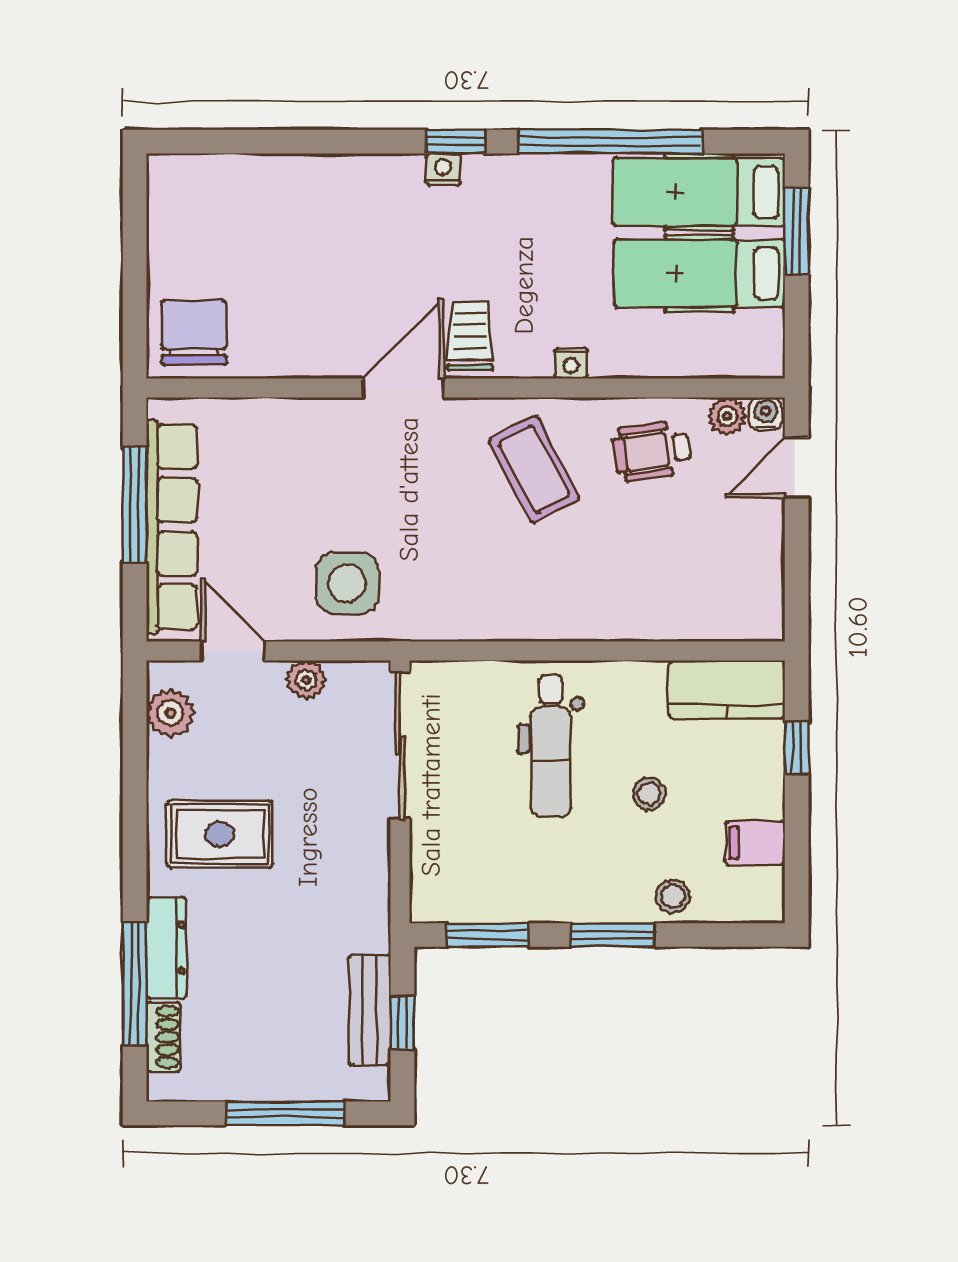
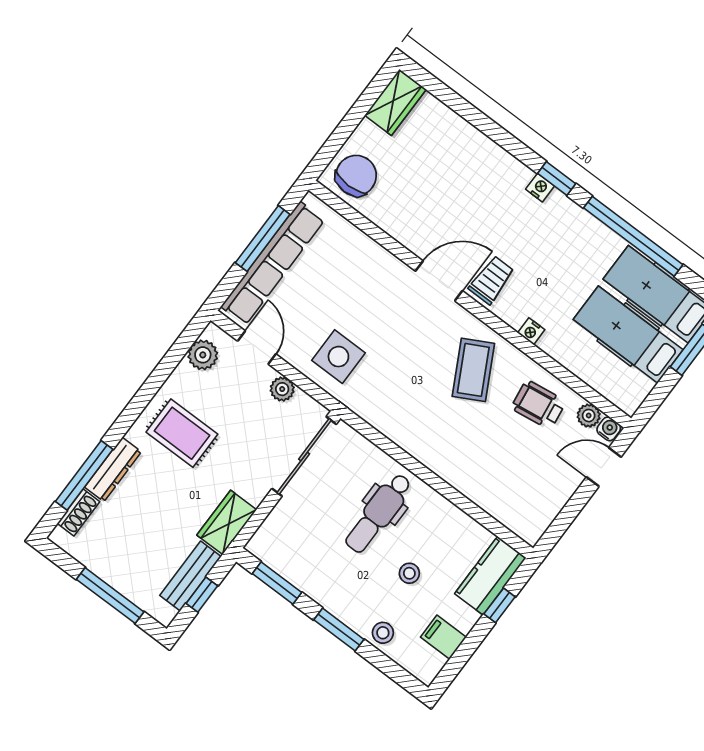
wardrobe: (174, 200) -> (395, 102), added
kitchen counter: (727, 689) -> (490, 576), moved, turned 90
wardrobe: (364, 906) -> (227, 522), added

